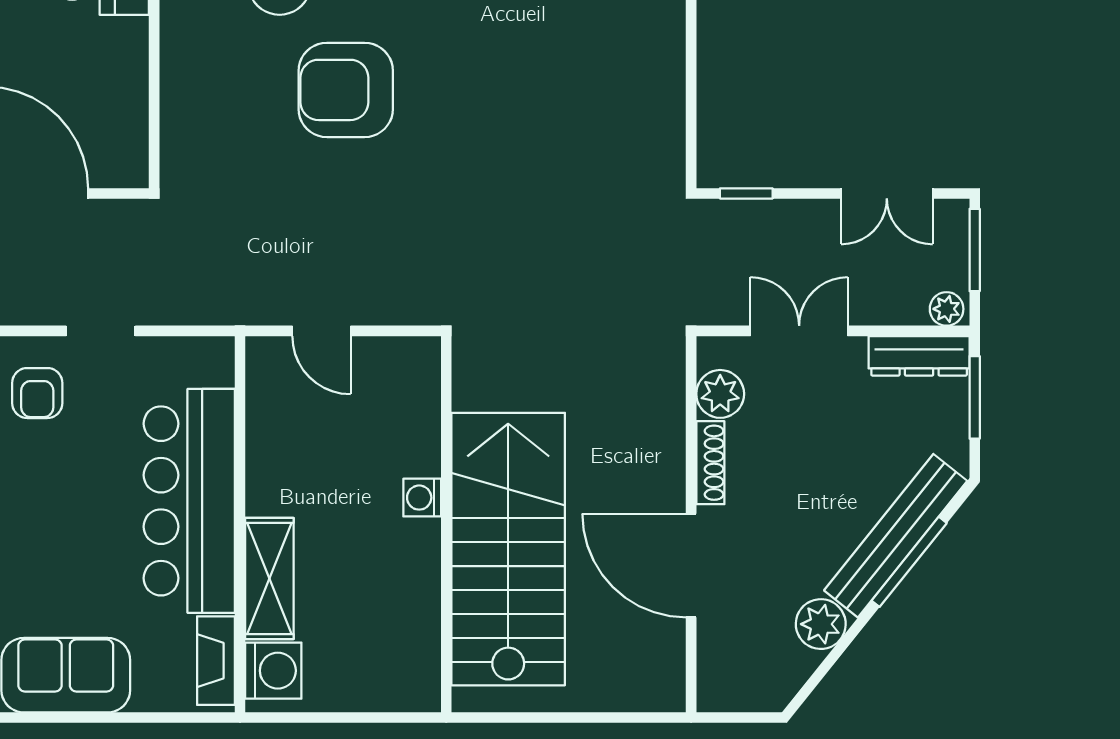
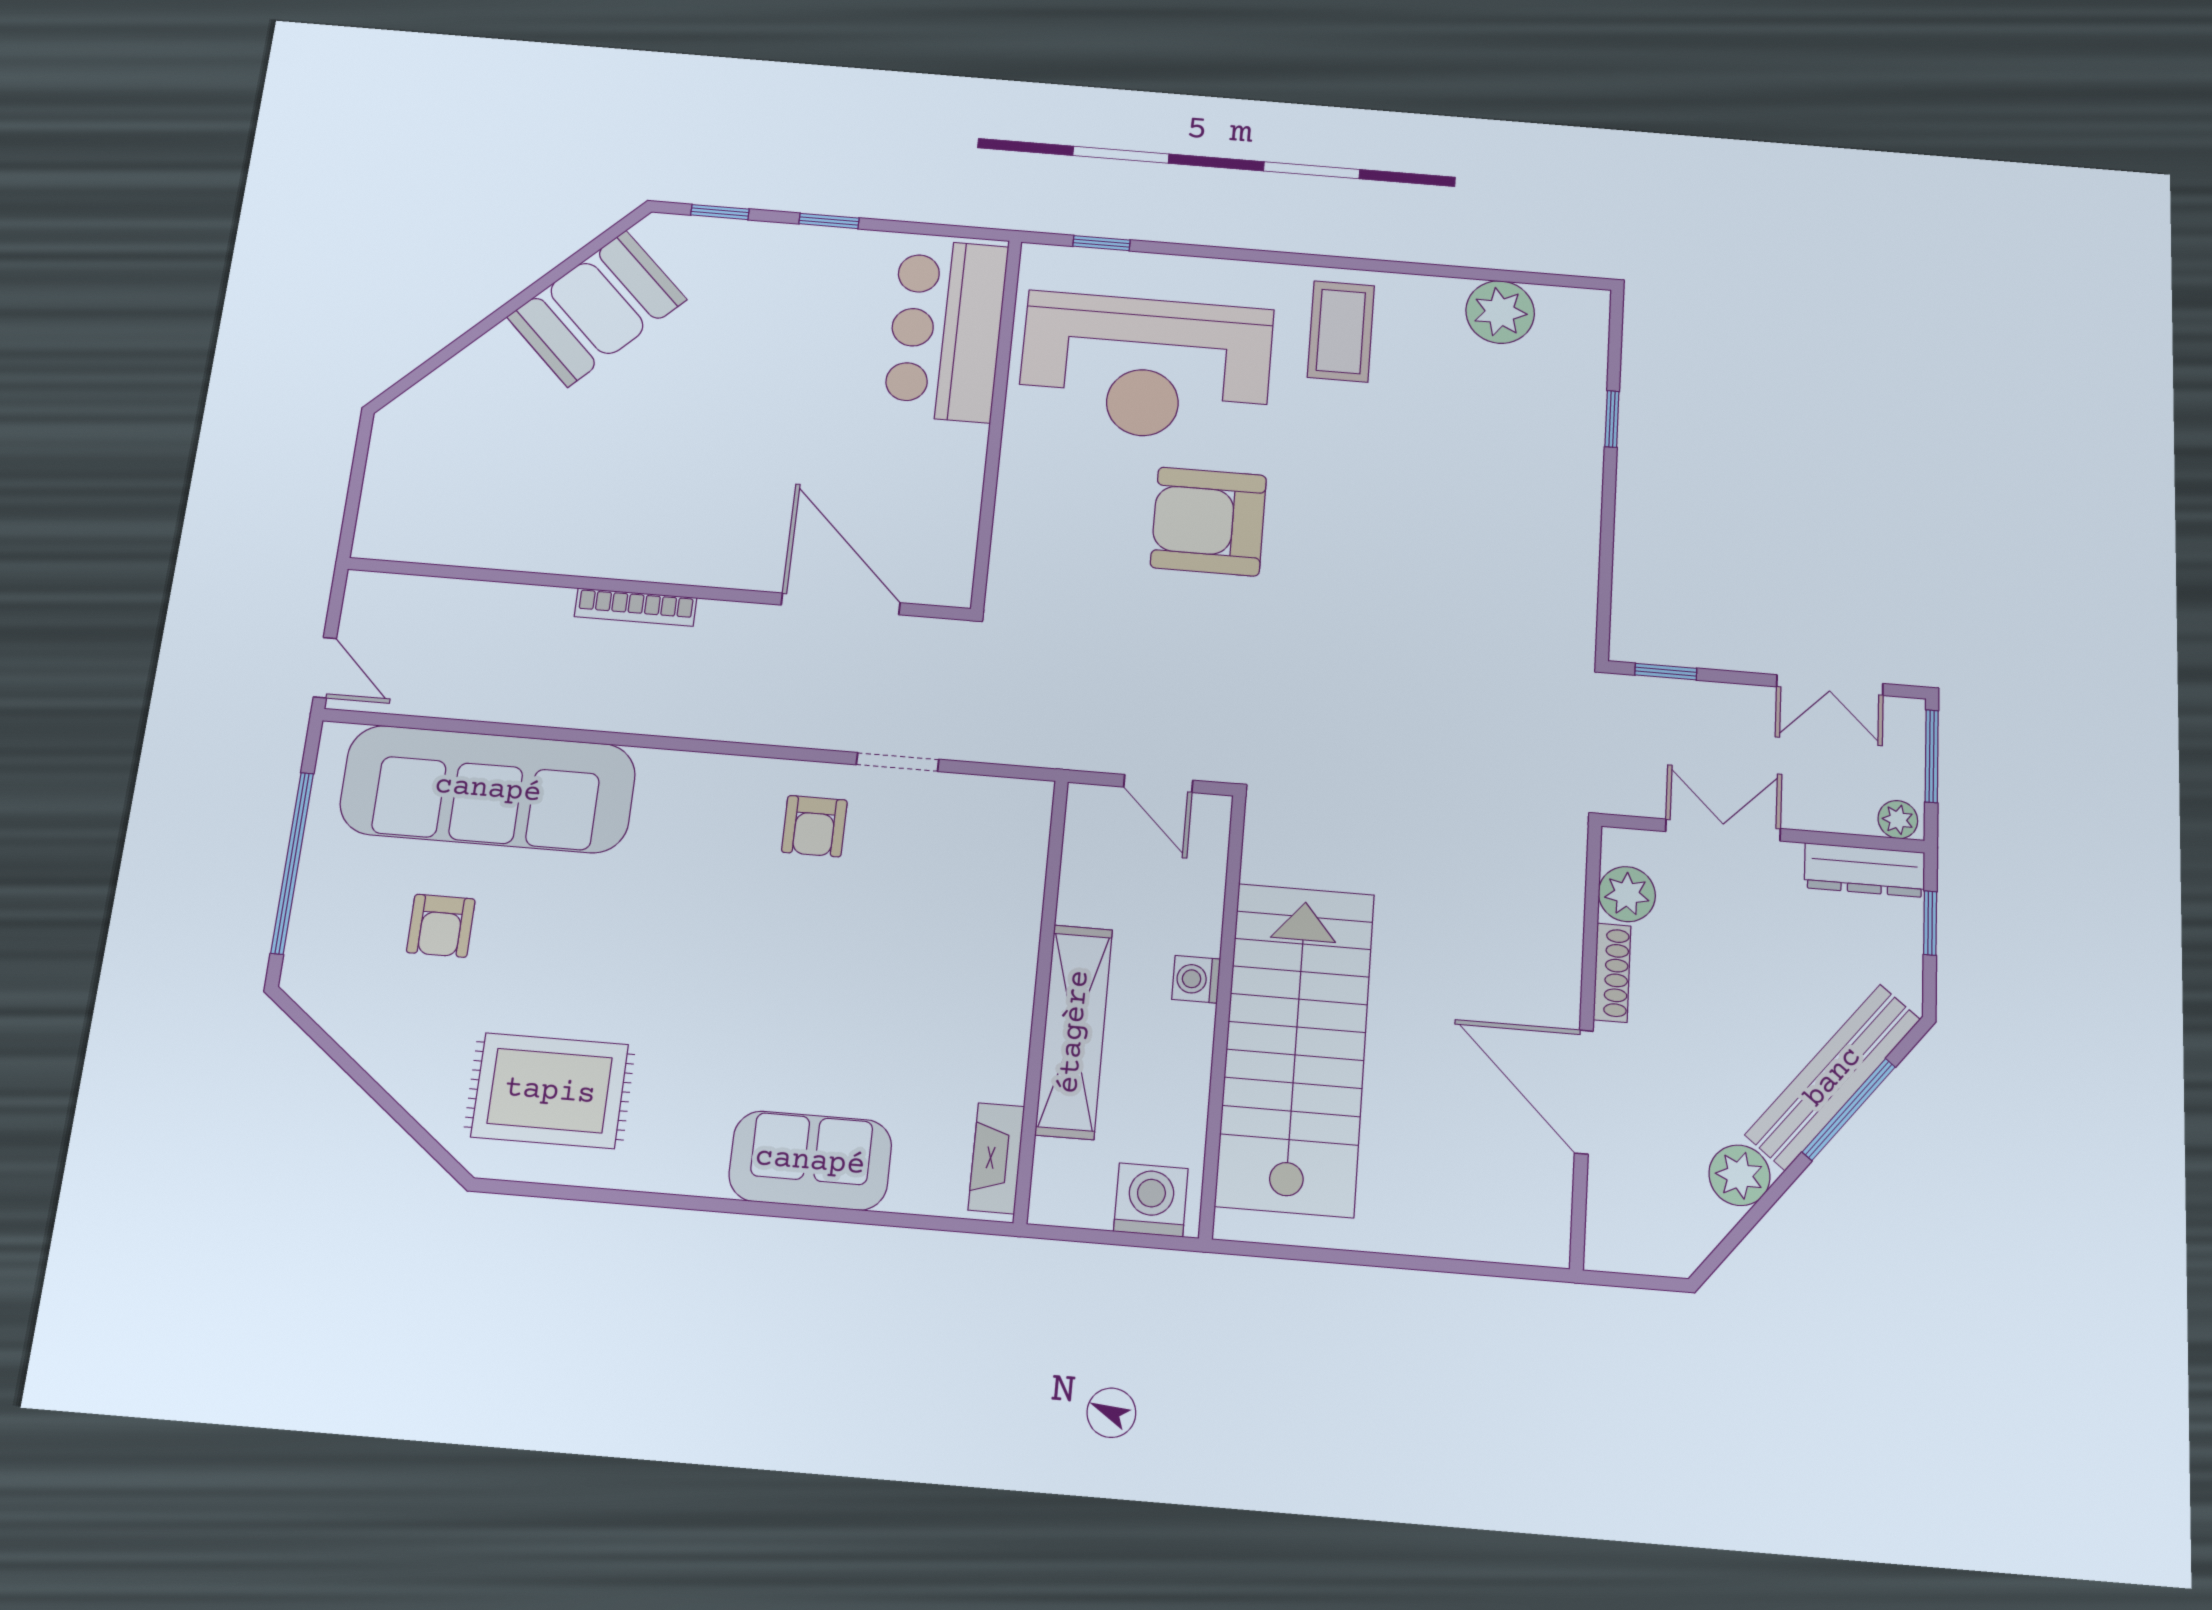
window: (975, 397) -> (1930, 923), width x0.67
washing machine: (422, 498) -> (1196, 979), moved
bar counter: (189, 501) -> (983, 965), removed
wall: (446, 524) -> (1223, 1013), moved
stairs: (508, 549) -> (1295, 1048), moved
shelving: (269, 579) -> (1074, 1032), width x1.47
washing machine: (273, 671) -> (1151, 1200), moved, turned -90

